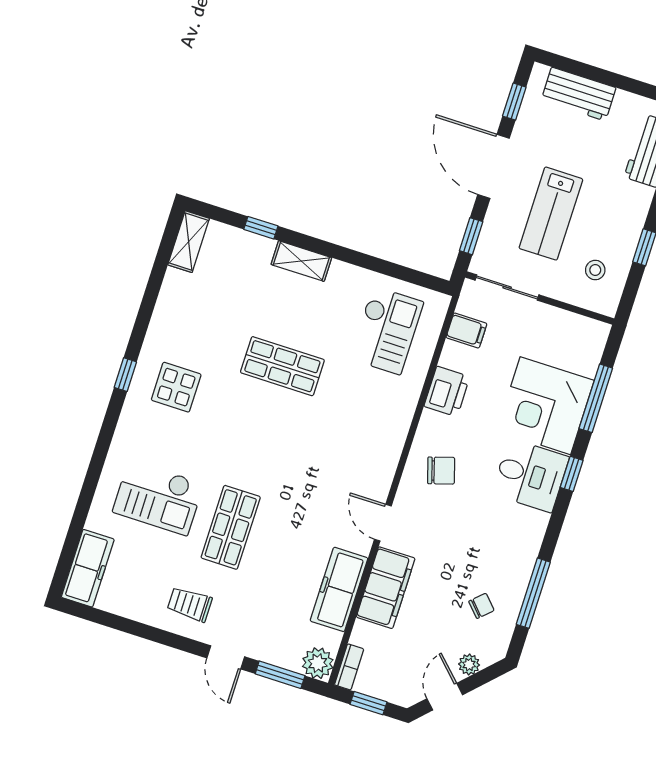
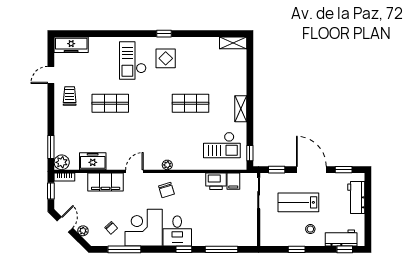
door: (494, 166) -> (311, 170), hinge flipped
window: (261, 228) -> (250, 153), moved
shelving: (301, 261) -> (241, 109), moved
stool: (595, 270) -> (310, 229), moved
shop shelf: (282, 366) -> (191, 103), turned 90
printer: (447, 391) -> (216, 181), moved
corner desk: (545, 406) -> (144, 228), moved
plant: (391, 453) -> (167, 165), added
checkout: (158, 498) -> (133, 61), moved
freezer: (339, 589) -> (93, 161), width x0.71
door: (226, 657) -> (51, 75), moved
door: (445, 697) -> (65, 224), hinge flipped

